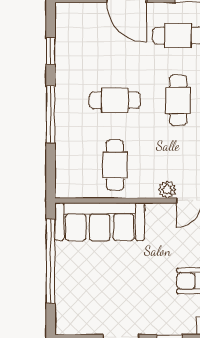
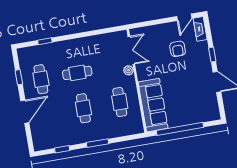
window: (51, 114) -> (97, 143), width x0.69
cafe table: (115, 165) -> (120, 102), turned 90

